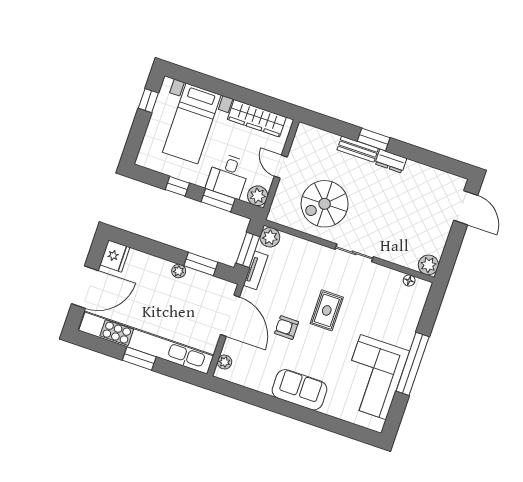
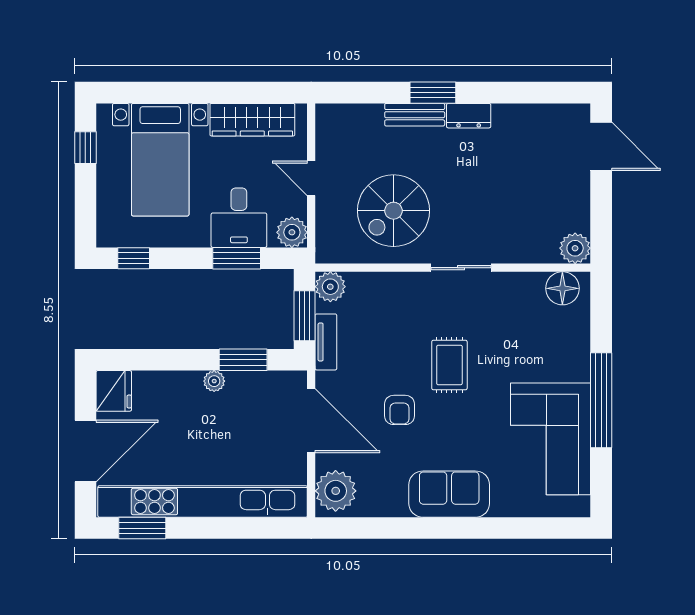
window: (177, 186) -> (134, 258), moved
floor lamp: (409, 280) -> (562, 288), width x1.89, depth x1.89
armchair: (287, 328) -> (399, 410), turned -90
window: (139, 358) -> (142, 528), moved
plant: (225, 362) -> (336, 491), width x1.88, depth x1.88

